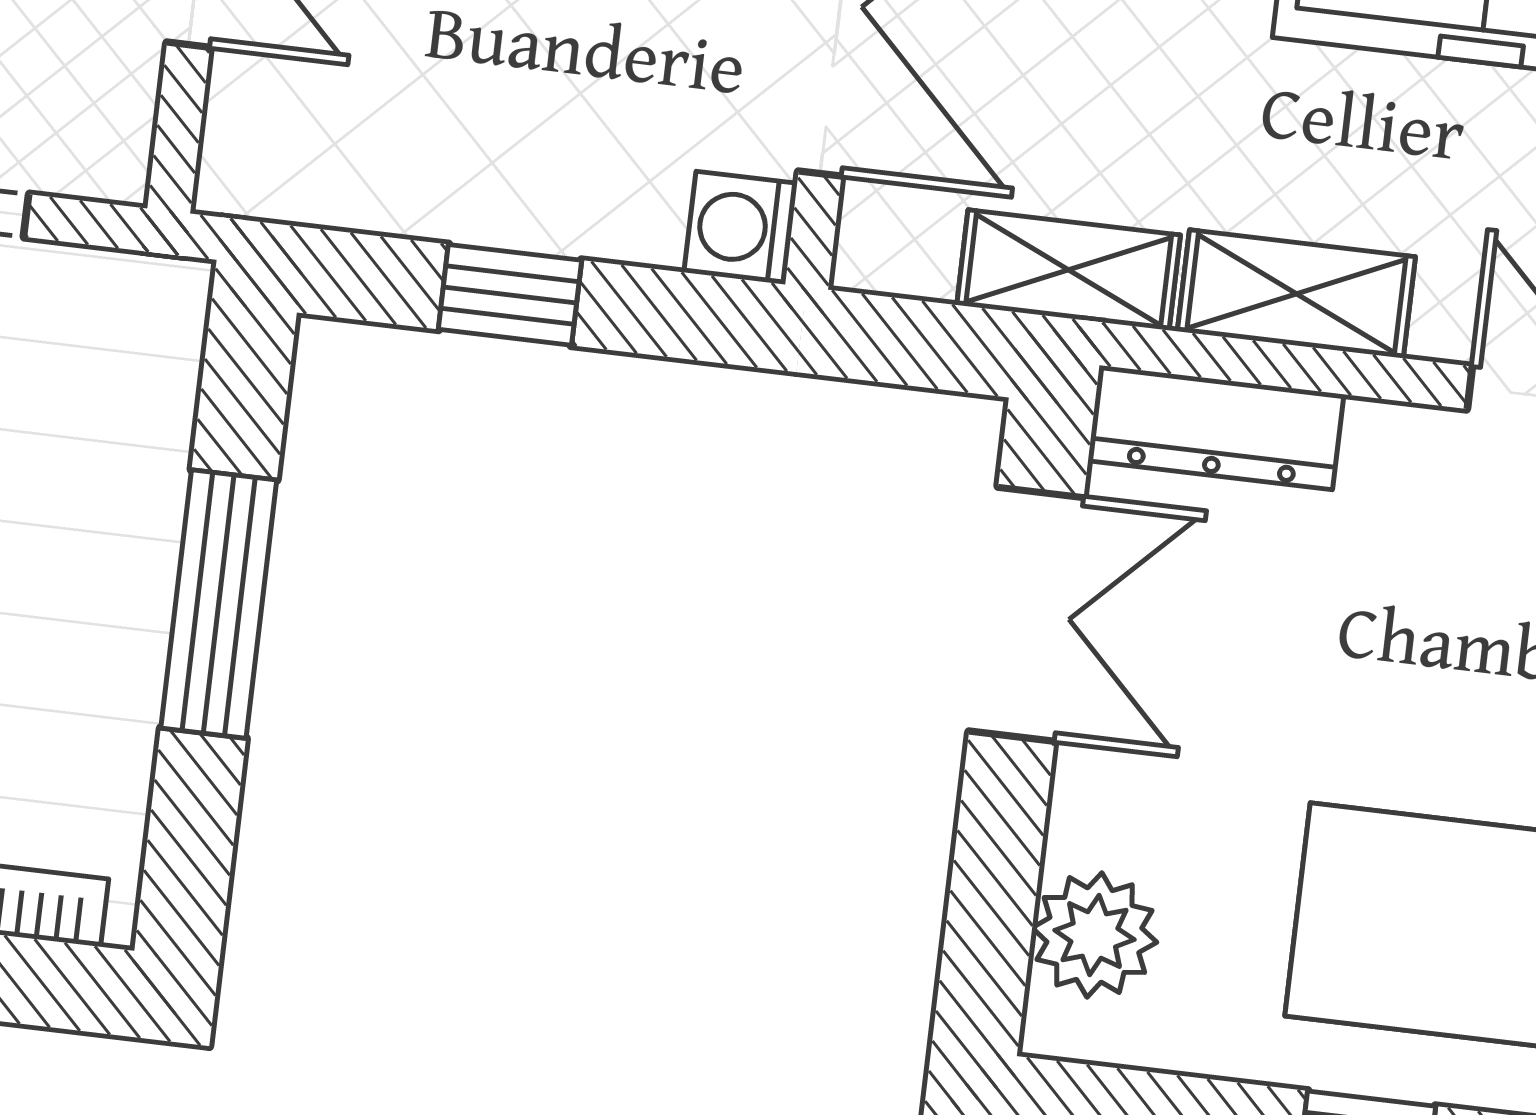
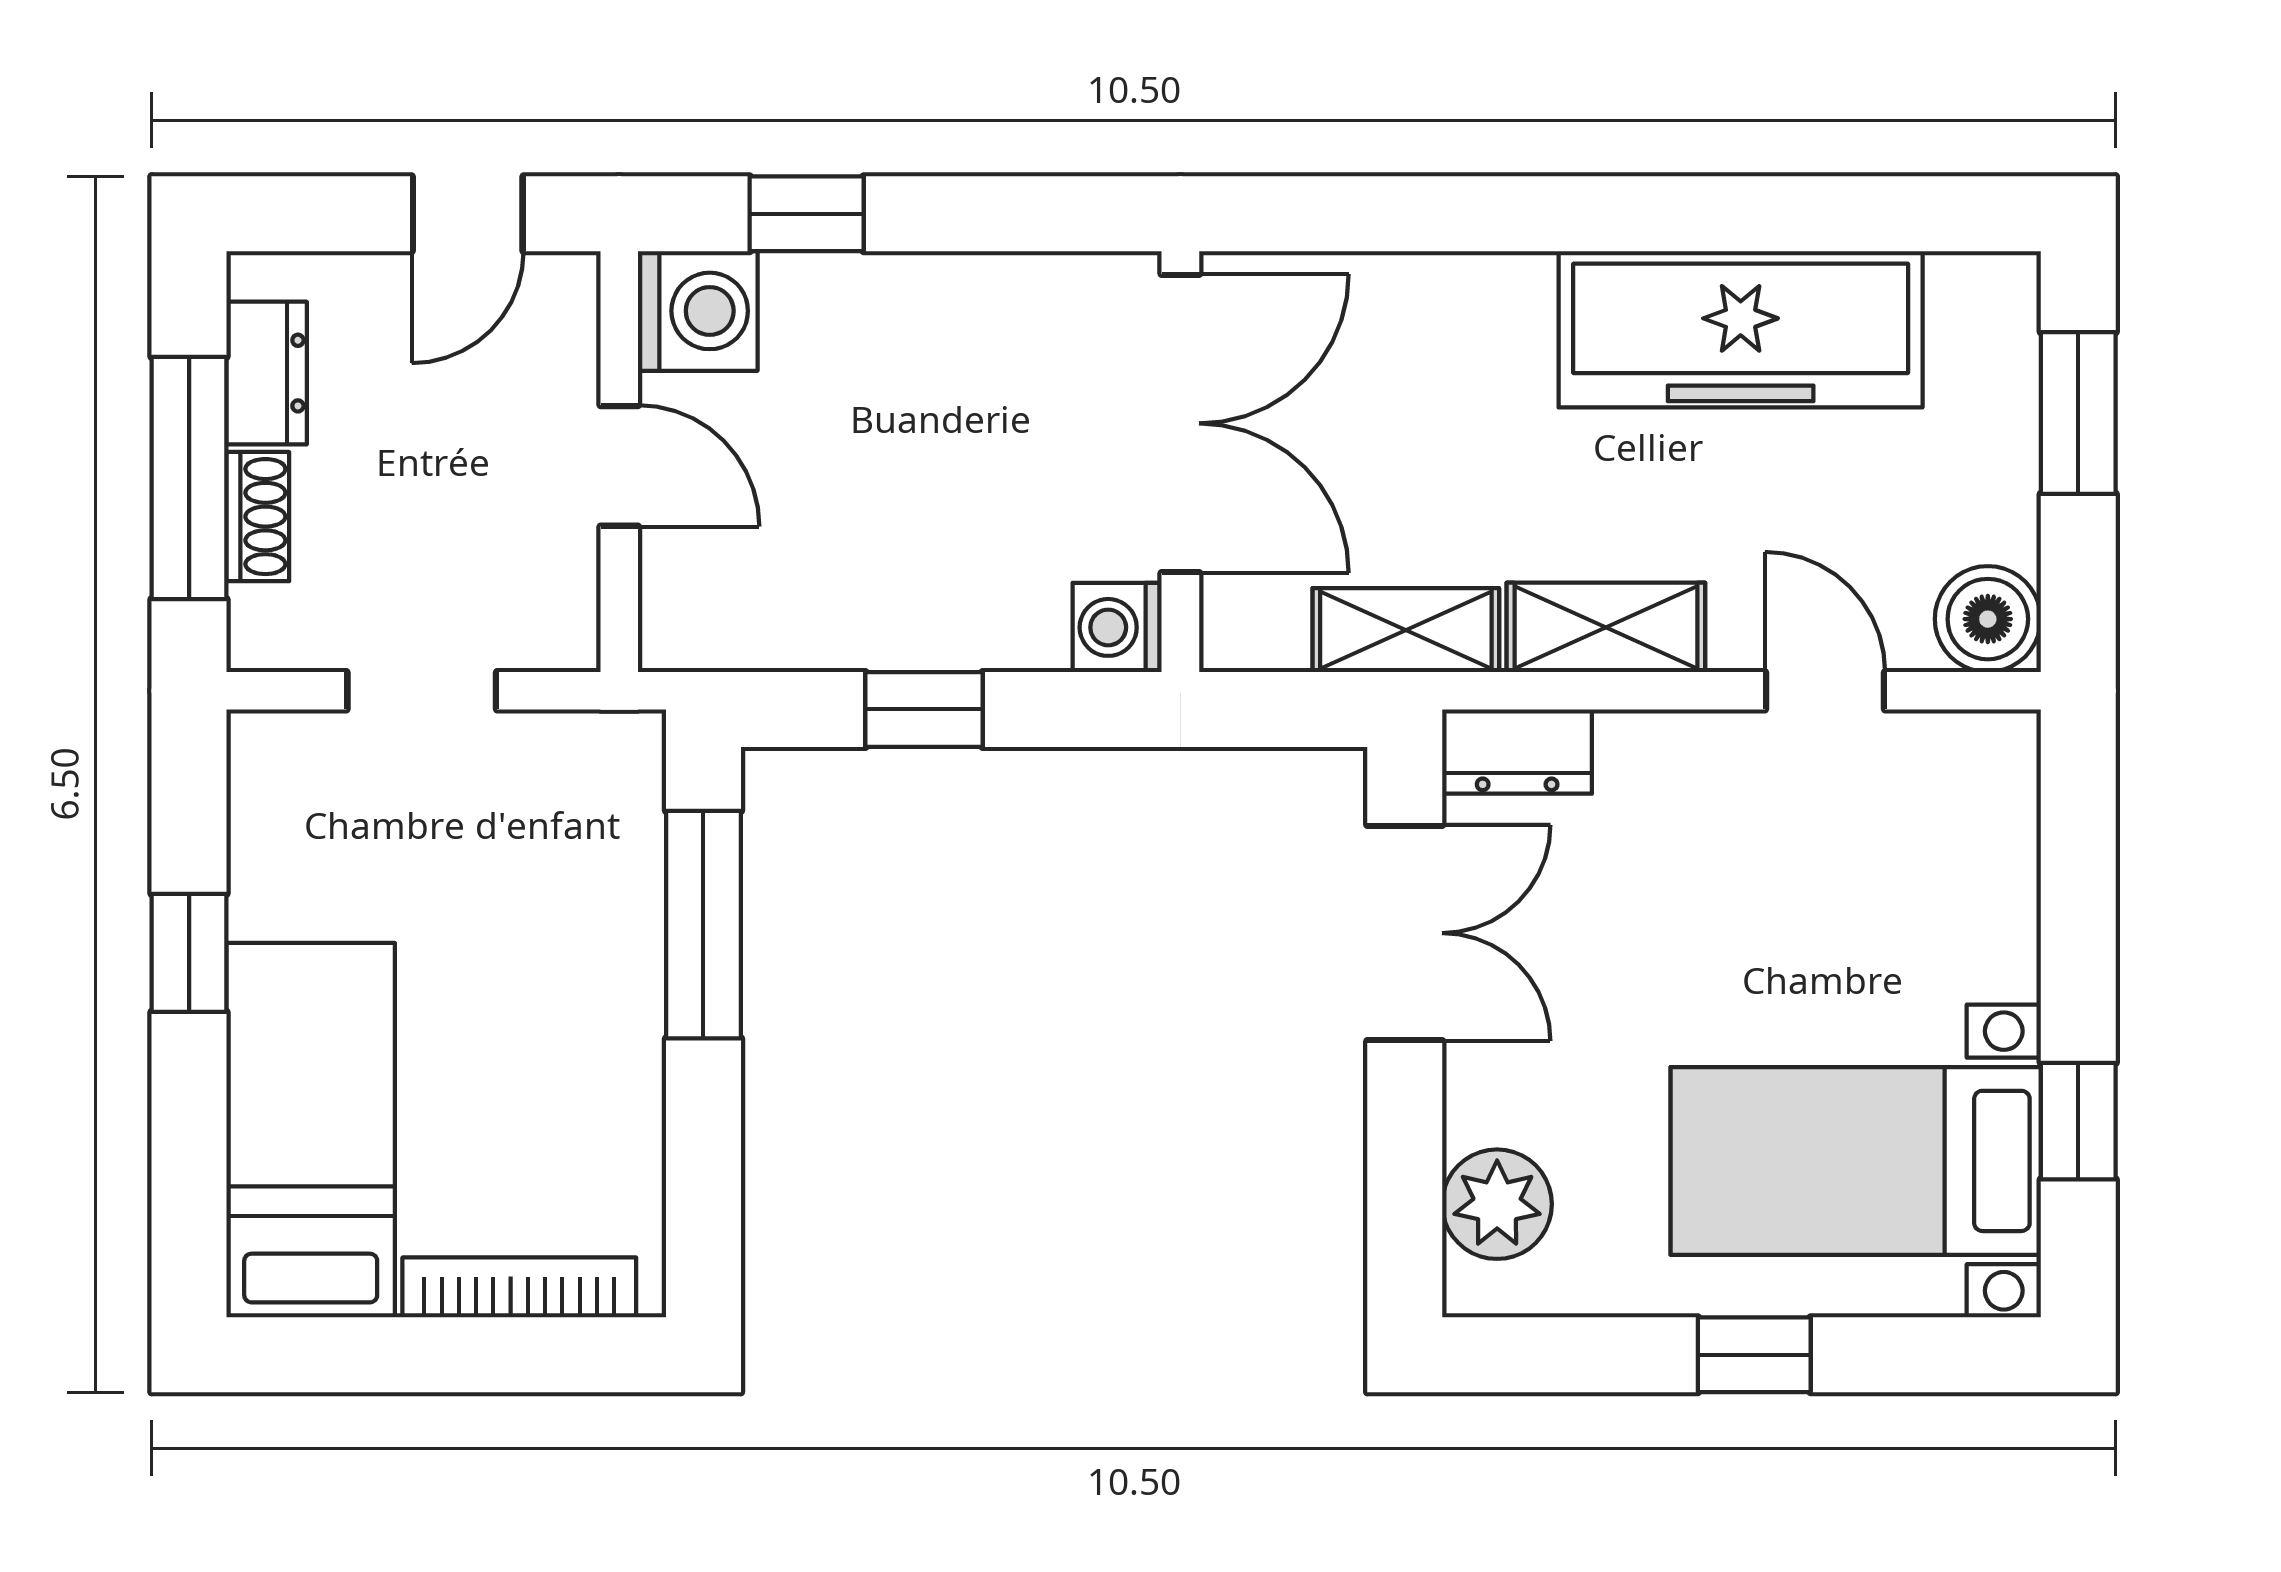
dresser: (1216, 428) -> (1517, 752), width x0.70
window: (219, 604) -> (703, 925), moved

